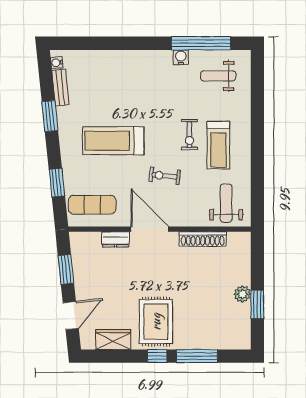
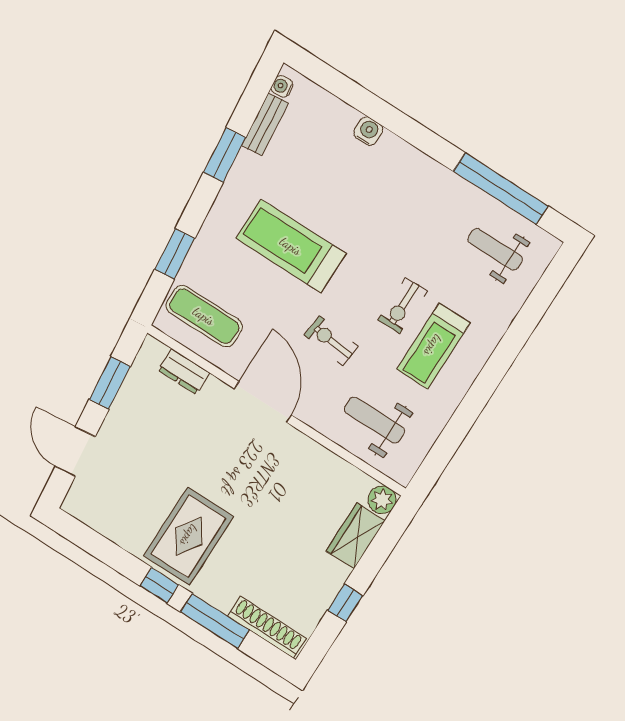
water cooler: (181, 57) -> (368, 131), moved
weight bench: (226, 203) -> (374, 420), moved, turned -90
dresser: (116, 239) -> (184, 371), moved
shoe rack: (203, 239) -> (267, 627), moved, turned 180
plant: (242, 294) -> (382, 500), moved
window: (257, 304) -> (345, 603), width x0.67
door: (71, 316) -> (75, 451), swing flipped
wardrobe: (113, 340) -> (356, 536), moved, turned -90

